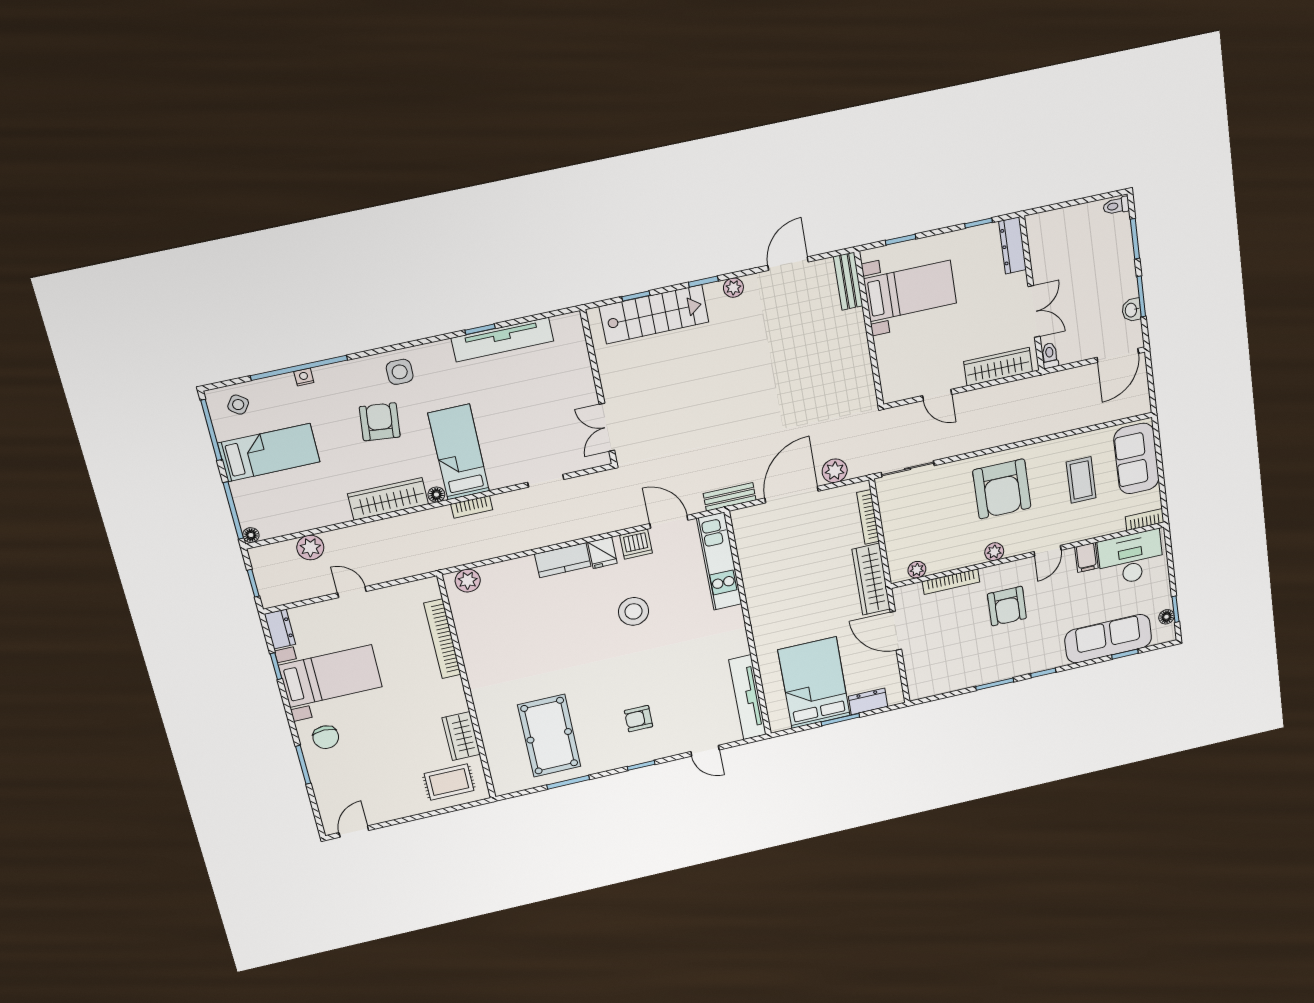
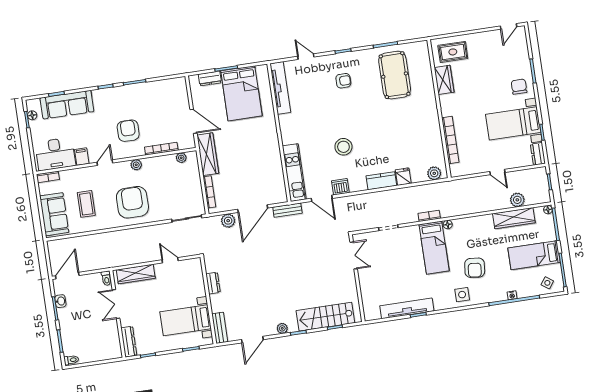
dresser: (861, 361) -> (213, 283), added
wardrobe: (388, 499) -> (514, 218), moved
fridge: (602, 553) -> (403, 177), moved

